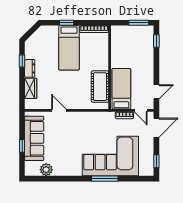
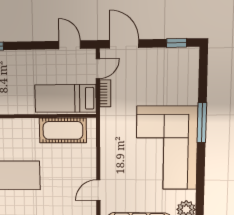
corner sofa: (110, 156) -> (167, 148), moved

